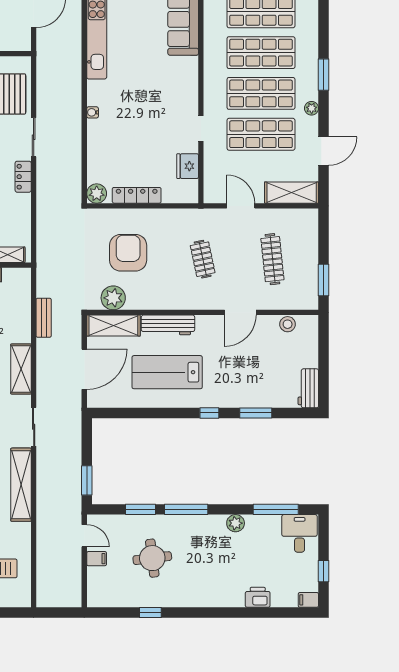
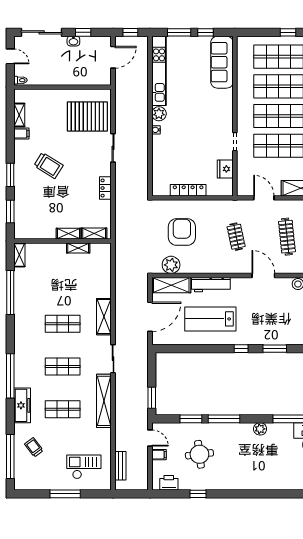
locker: (23, 177) -> (105, 188), moved
plant: (97, 194) -> (159, 114), moved
door: (240, 312) -> (263, 275), swing flipped
bench: (44, 318) -> (120, 466), moved
printer: (258, 597) -> (169, 483), moved

